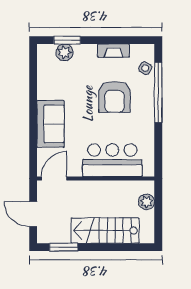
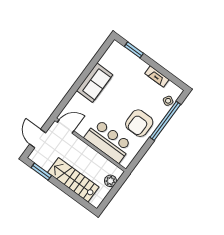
plant: (65, 52) -> (127, 56), removed
armchair: (114, 97) -> (139, 123), moved
sofa: (51, 124) -> (95, 83), moved

